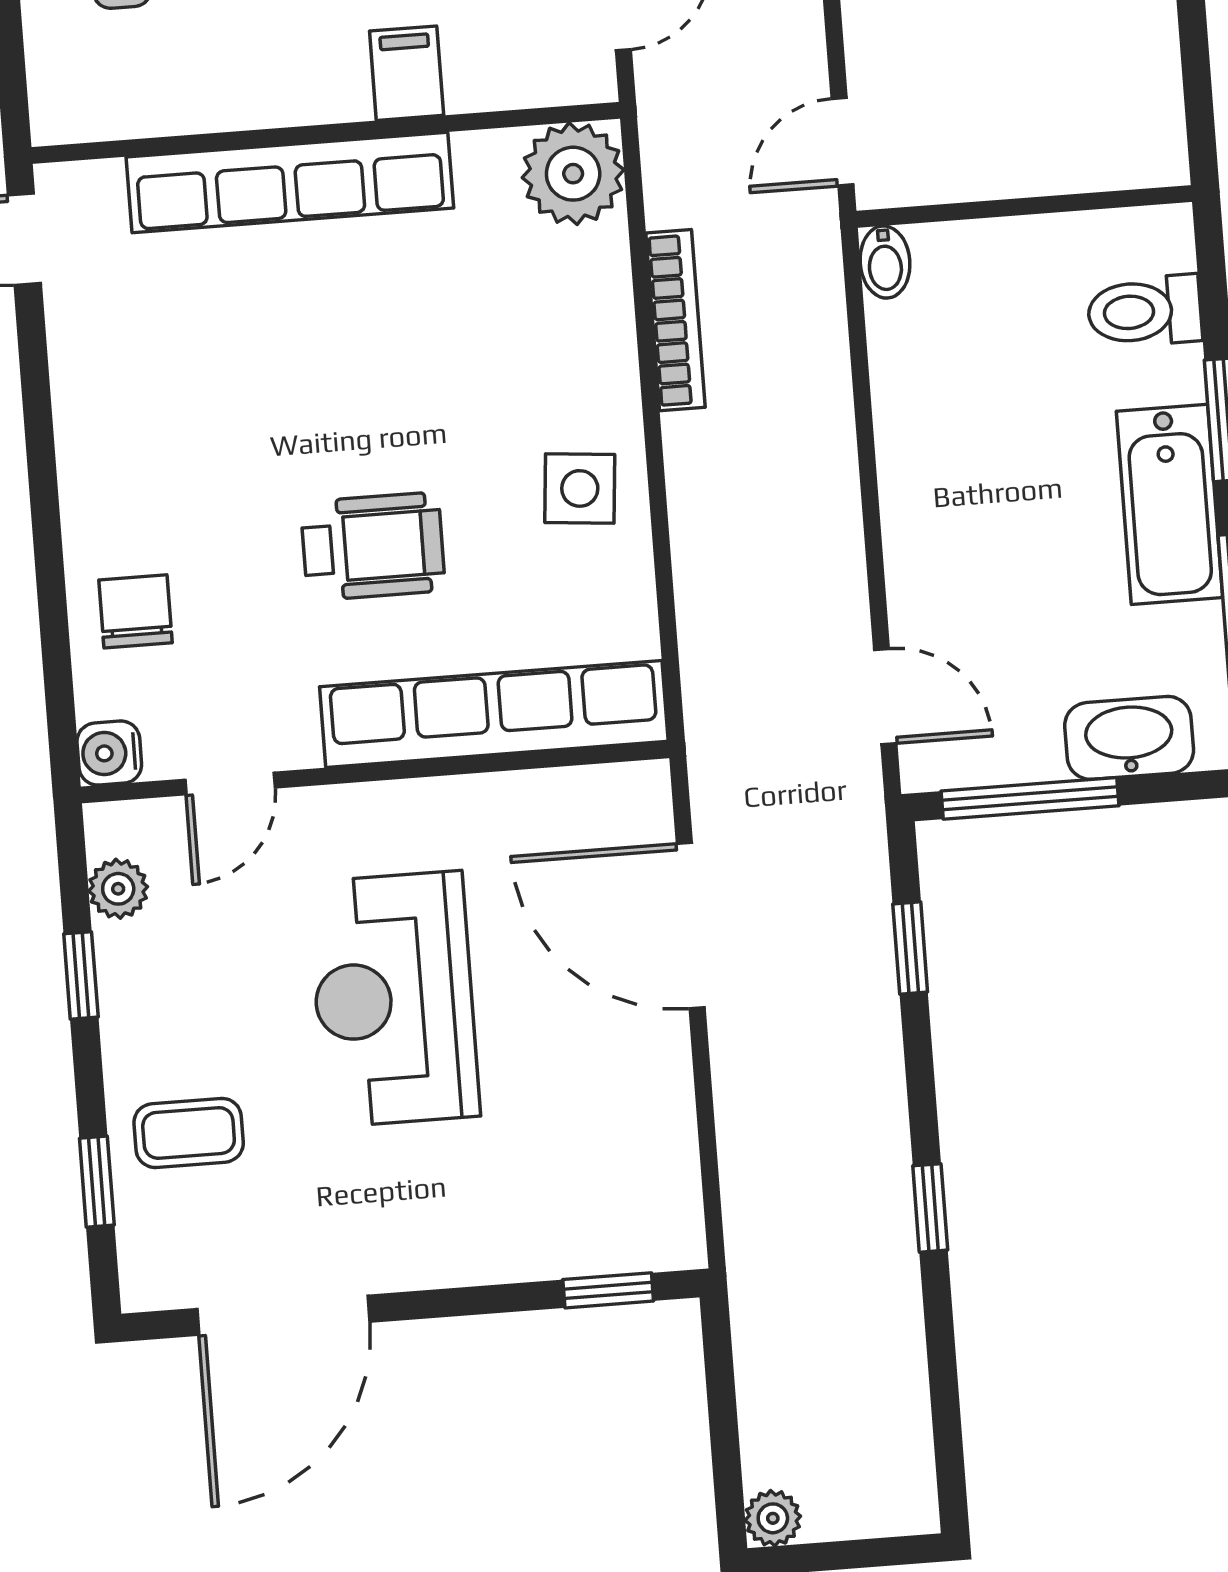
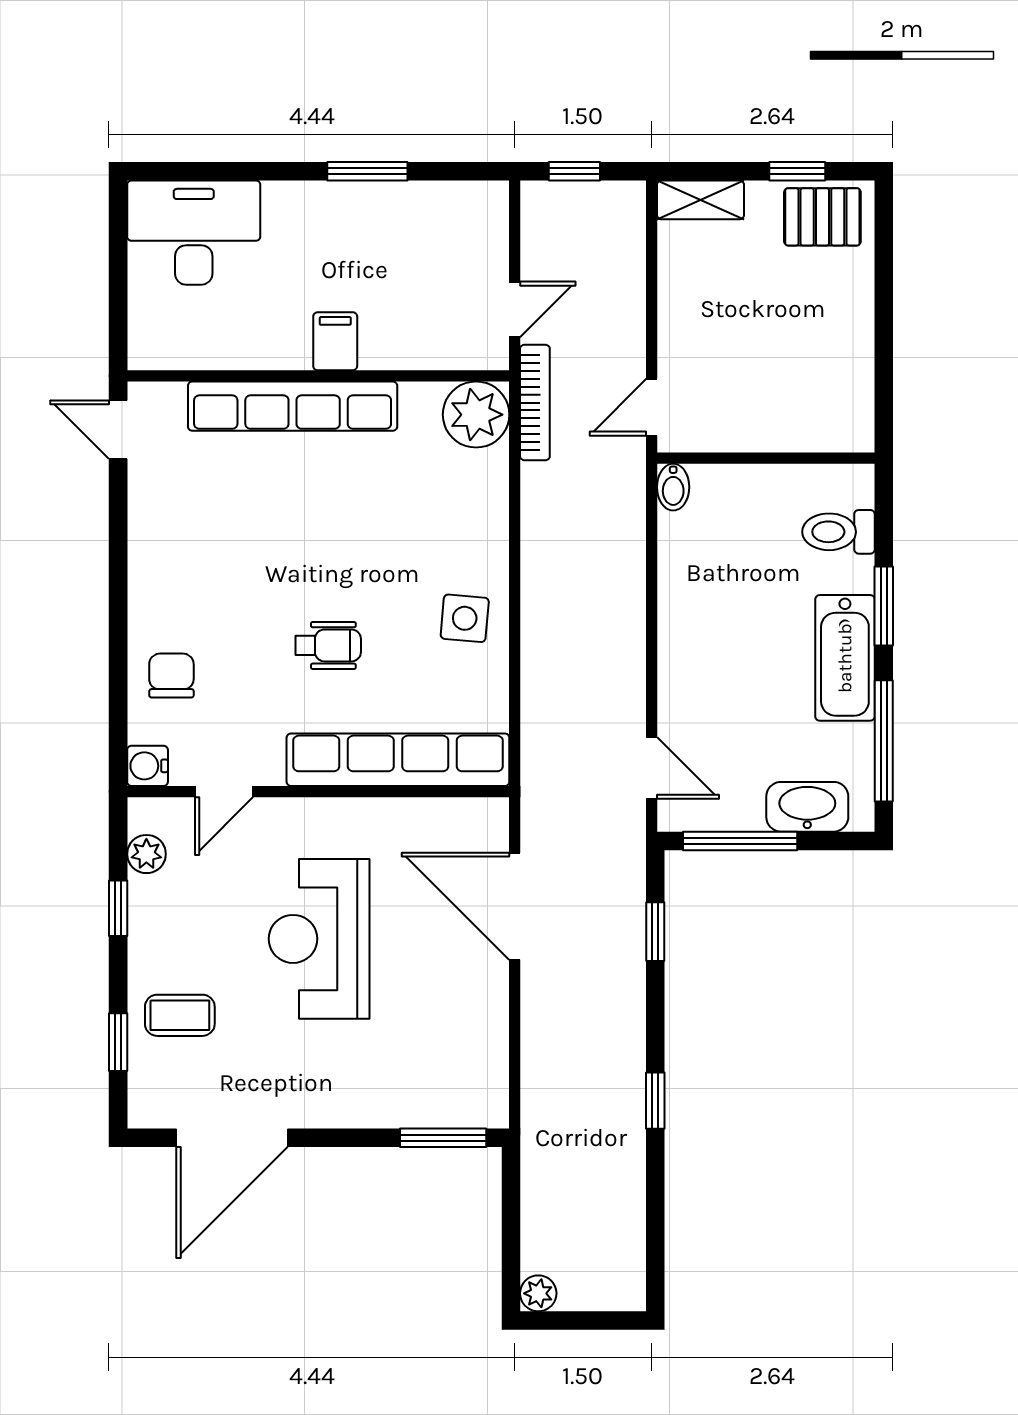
filing cabinet: (407, 73) -> (335, 341), moved
bookcase: (676, 320) -> (535, 403), moved
wheelchair: (373, 546) -> (328, 645), width x0.73, depth x0.73
window: (608, 1290) -> (443, 1138), width x1.50

